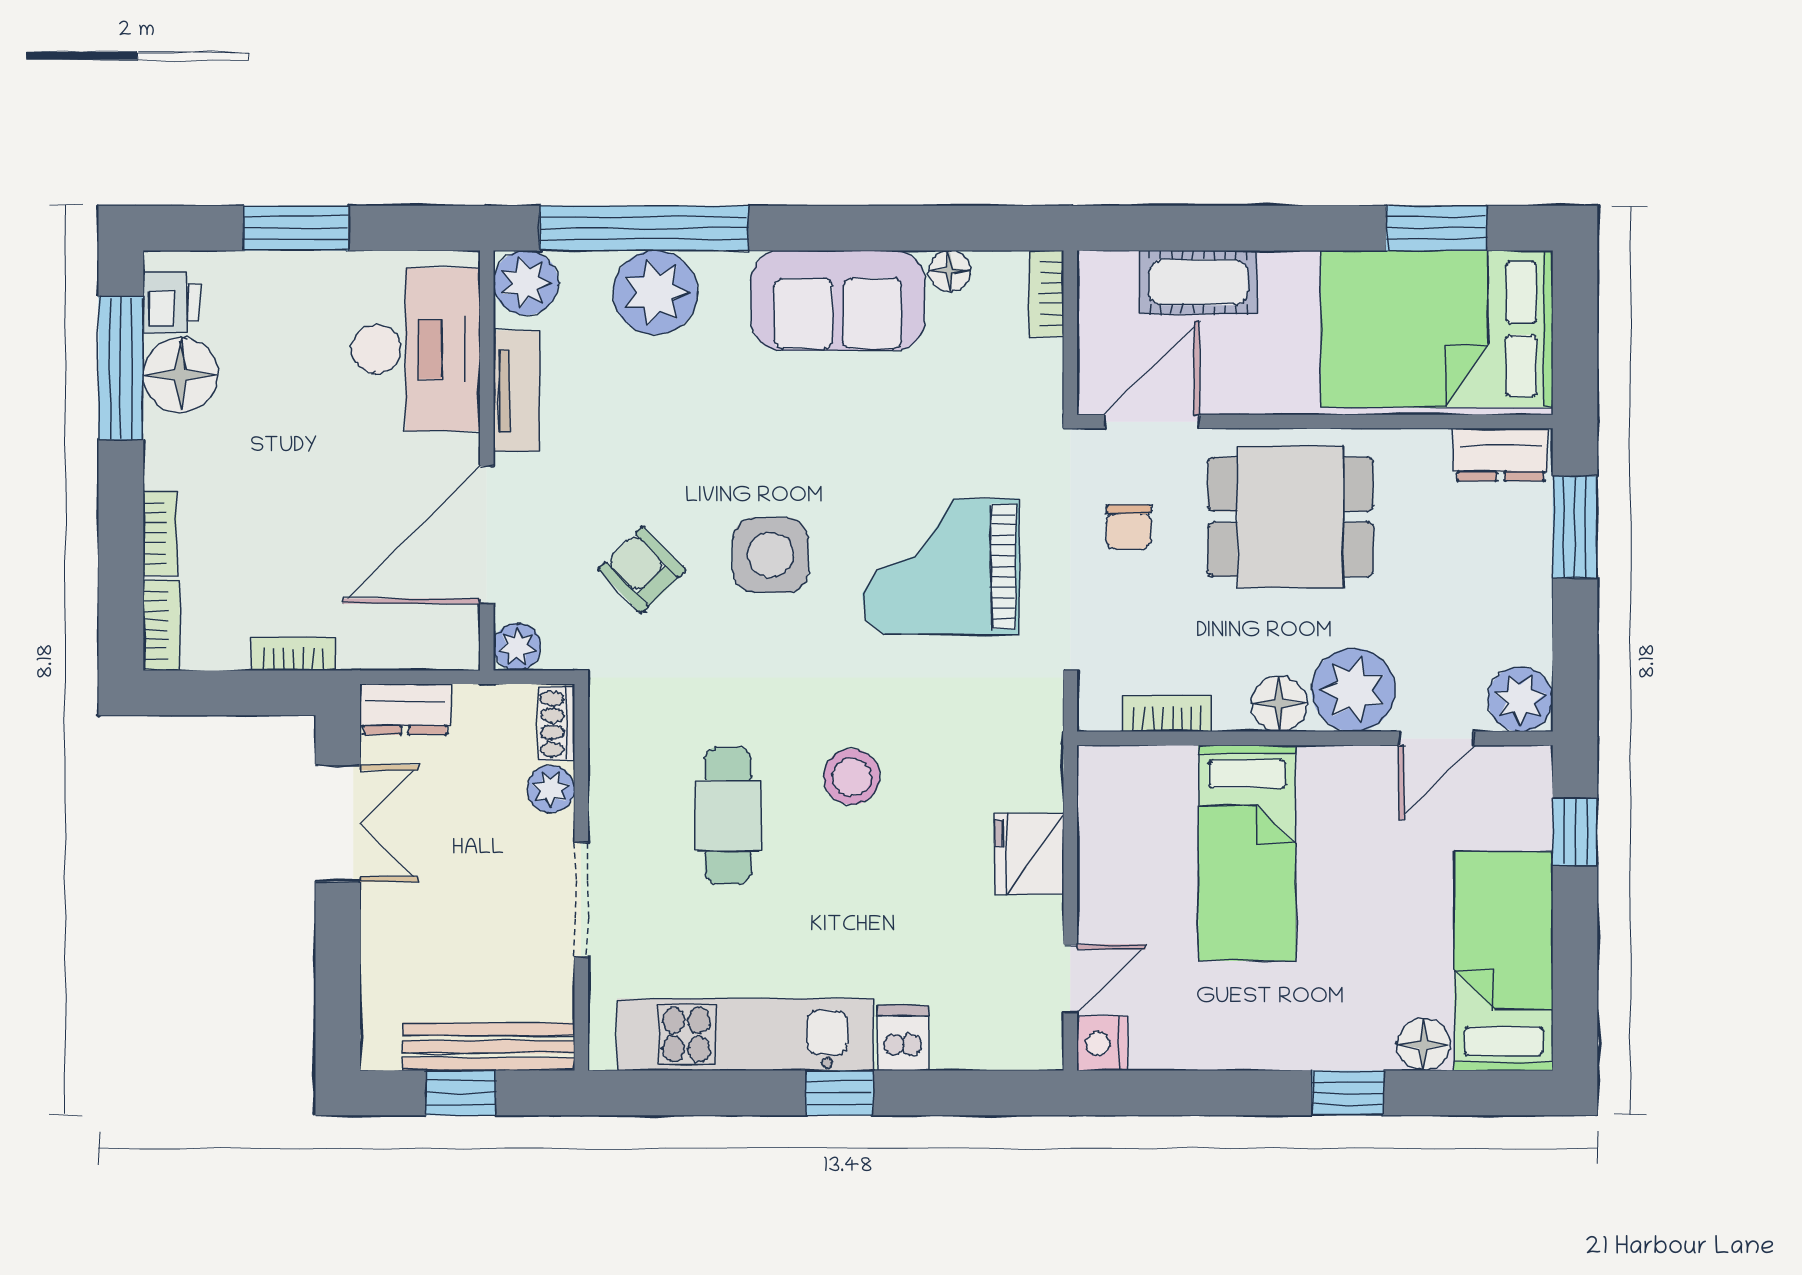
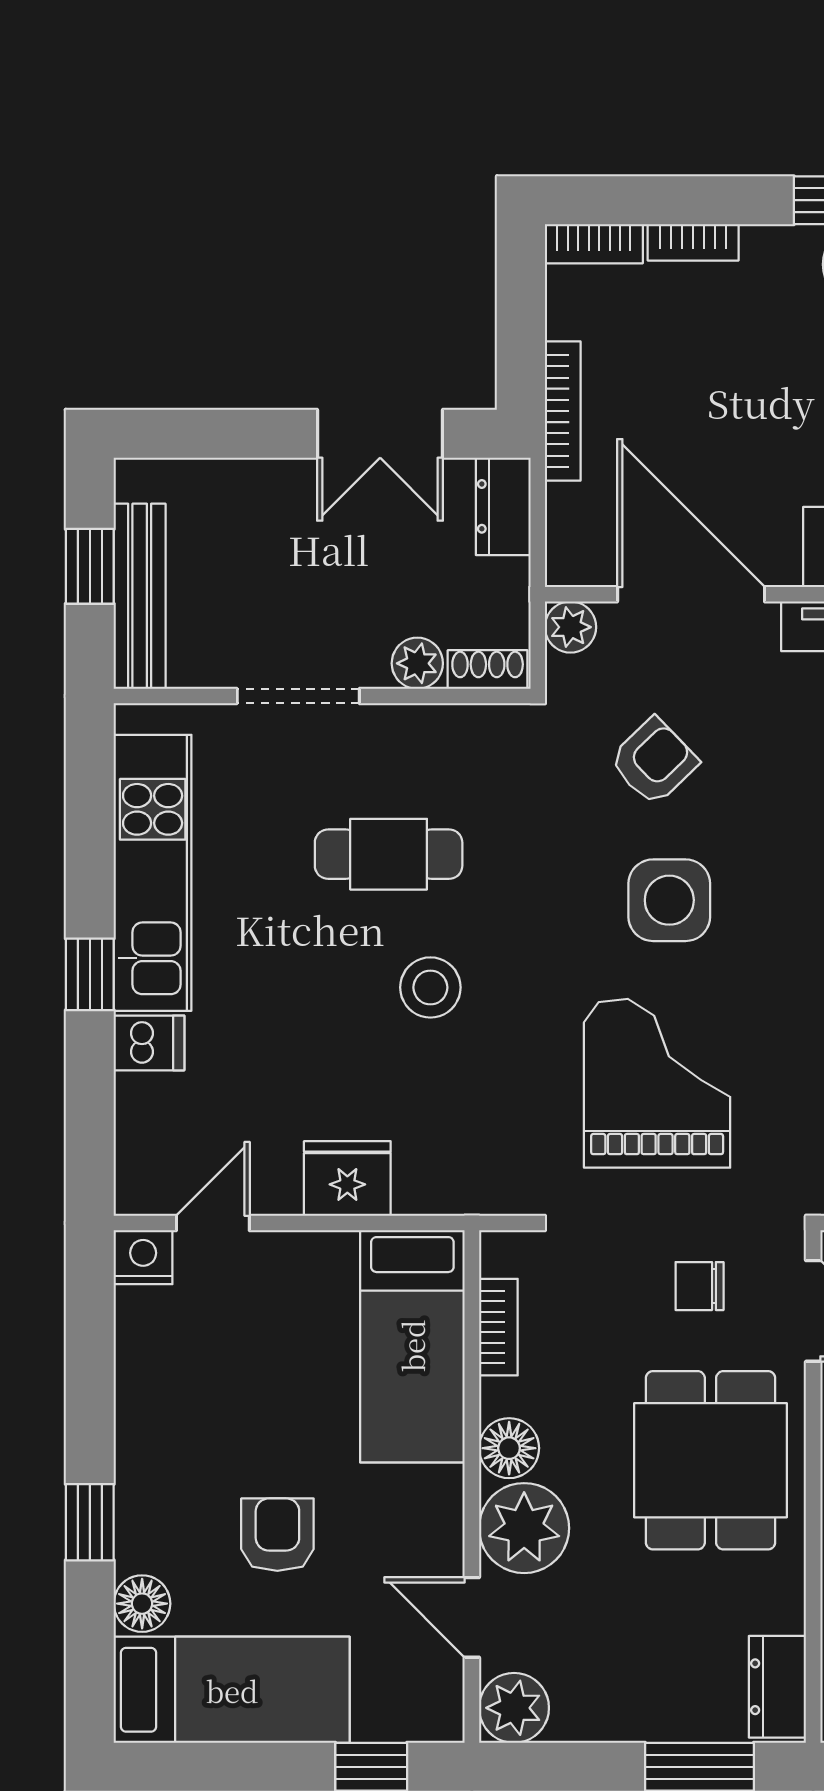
bookcase: (293, 654) -> (563, 411), width x1.56
bed: (1247, 853) -> (412, 1346), moved, turned -90
armchair: (1360, 919) -> (277, 1535), added
door: (1070, 979) -> (213, 1223), swing flipped

